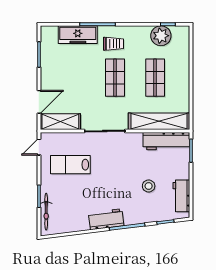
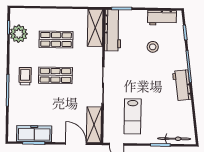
freezer: (78, 35) -> (34, 134), moved, turned -90
shelving: (159, 121) -> (95, 28), width x0.68

